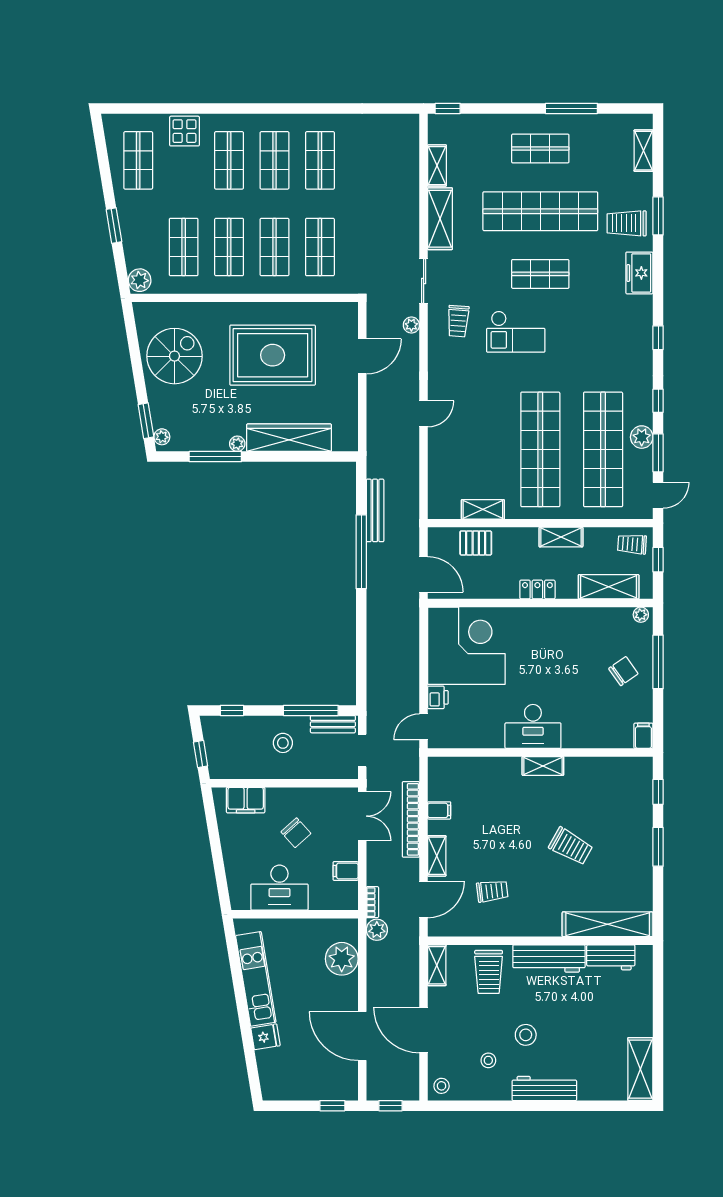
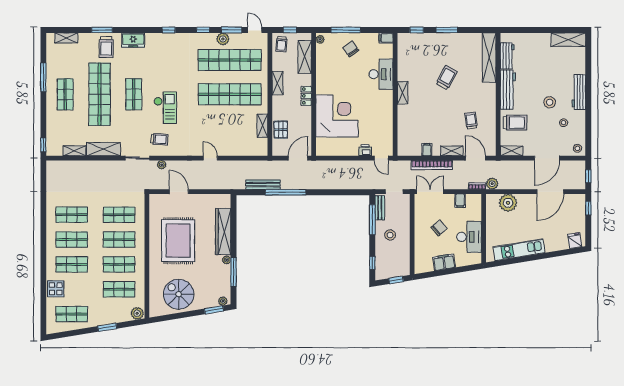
corner desk: (466, 646) -> (337, 116), moved, turned 90
desk: (533, 726) -> (381, 74), moved
filing cabinet: (246, 800) -> (444, 262), moved, turned -99
fridge: (266, 1037) -> (575, 241), moved

